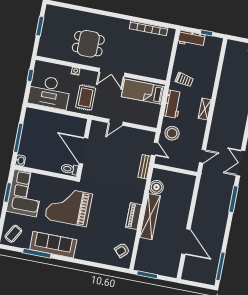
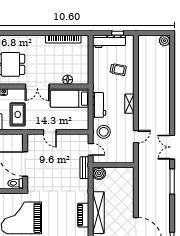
workbench: (191, 39) -> (109, 41), width x1.38
floor lamp: (145, 71) -> (68, 80), added
trolley: (184, 80) -> (118, 70), moved
door: (116, 122) -> (50, 132), hinge flipped
door: (202, 156) -> (136, 137), moved
boiler: (156, 187) -> (99, 173), moved

